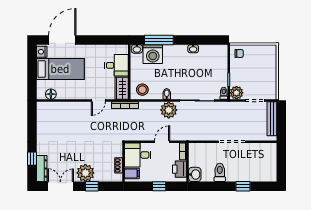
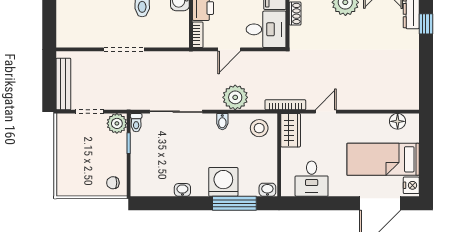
washing machine: (153, 54) -> (223, 182), moved
desk: (116, 65) -> (312, 179), moved, turned -90
plant: (169, 110) -> (235, 97), moved

